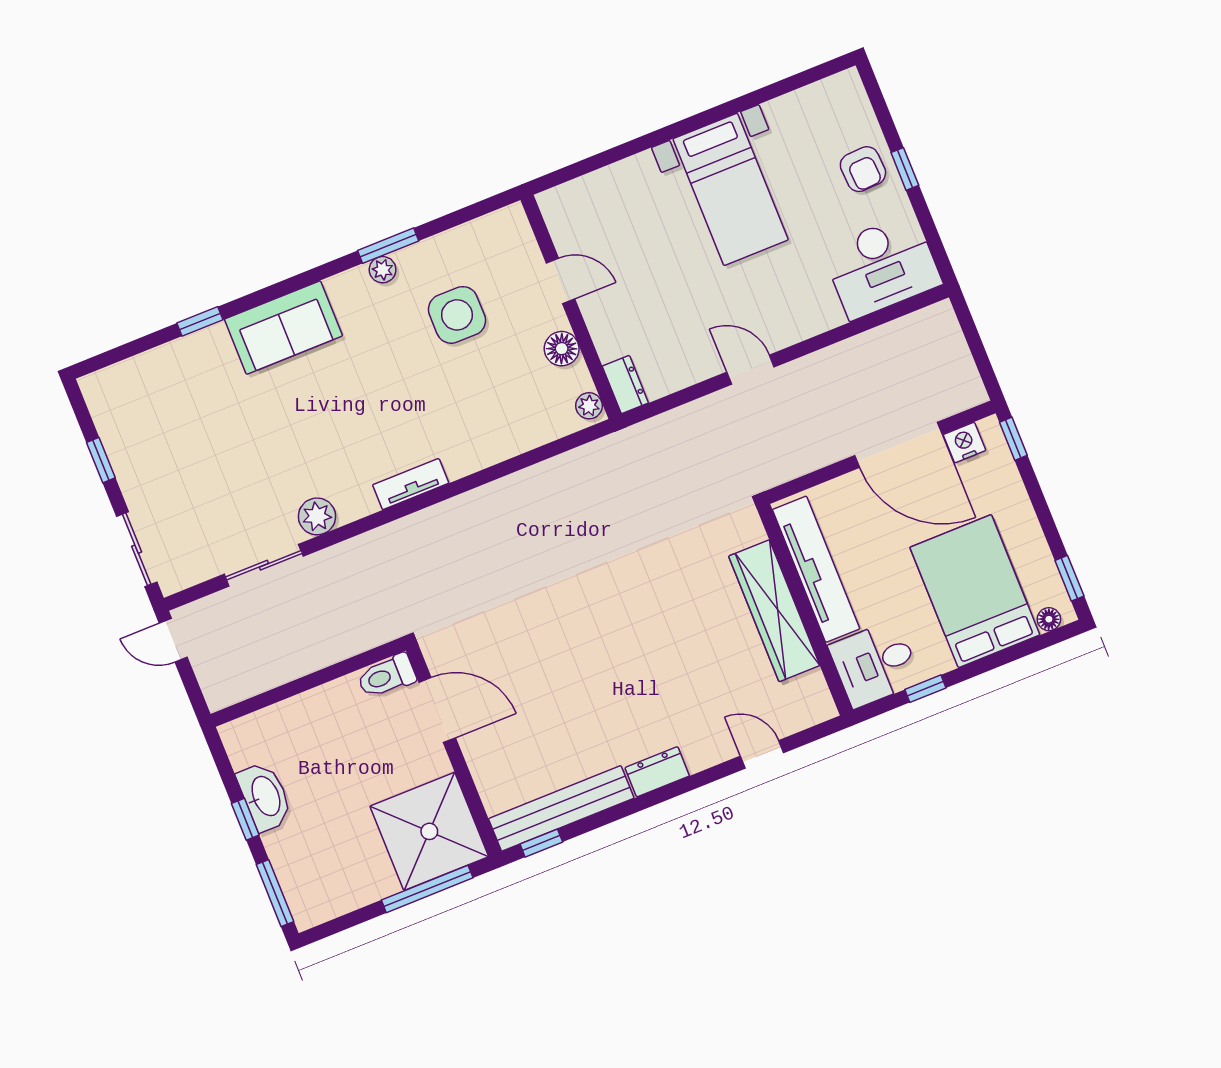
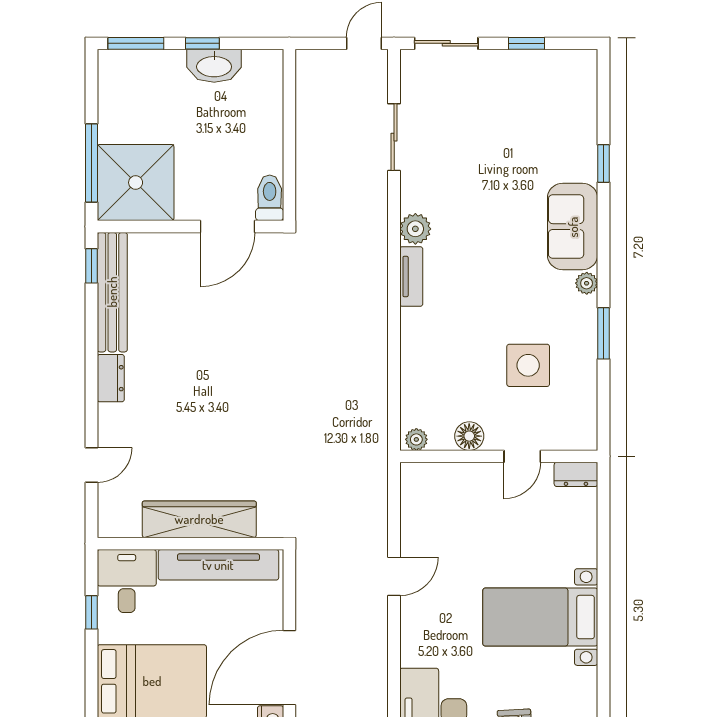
plant: (383, 270) -> (587, 283), moved
dresser: (625, 384) -> (576, 474), moved
plant: (317, 516) -> (415, 229), moved

